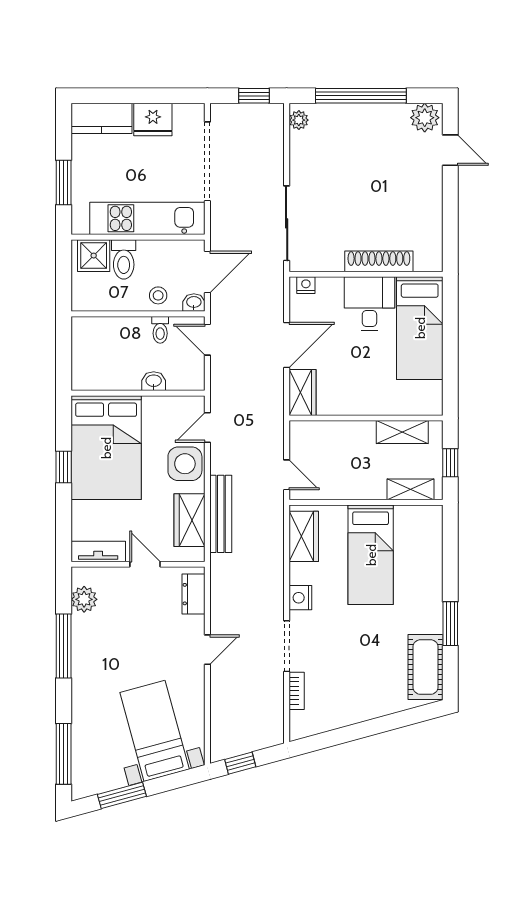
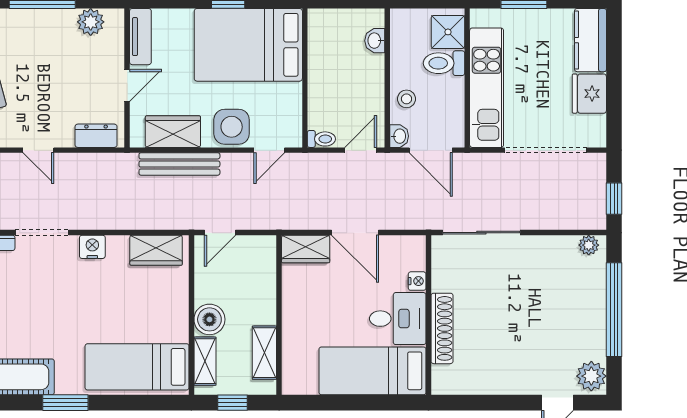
nightstand: (306, 285) -> (417, 281), moved
toilet: (160, 330) -> (321, 139), moved, turned 180
washbasin: (154, 381) -> (375, 41), moved, turned 180
door: (207, 427) -> (269, 150), swing flipped
boiler: (370, 485) -> (209, 319), added
bed: (371, 555) -> (137, 367), moved

